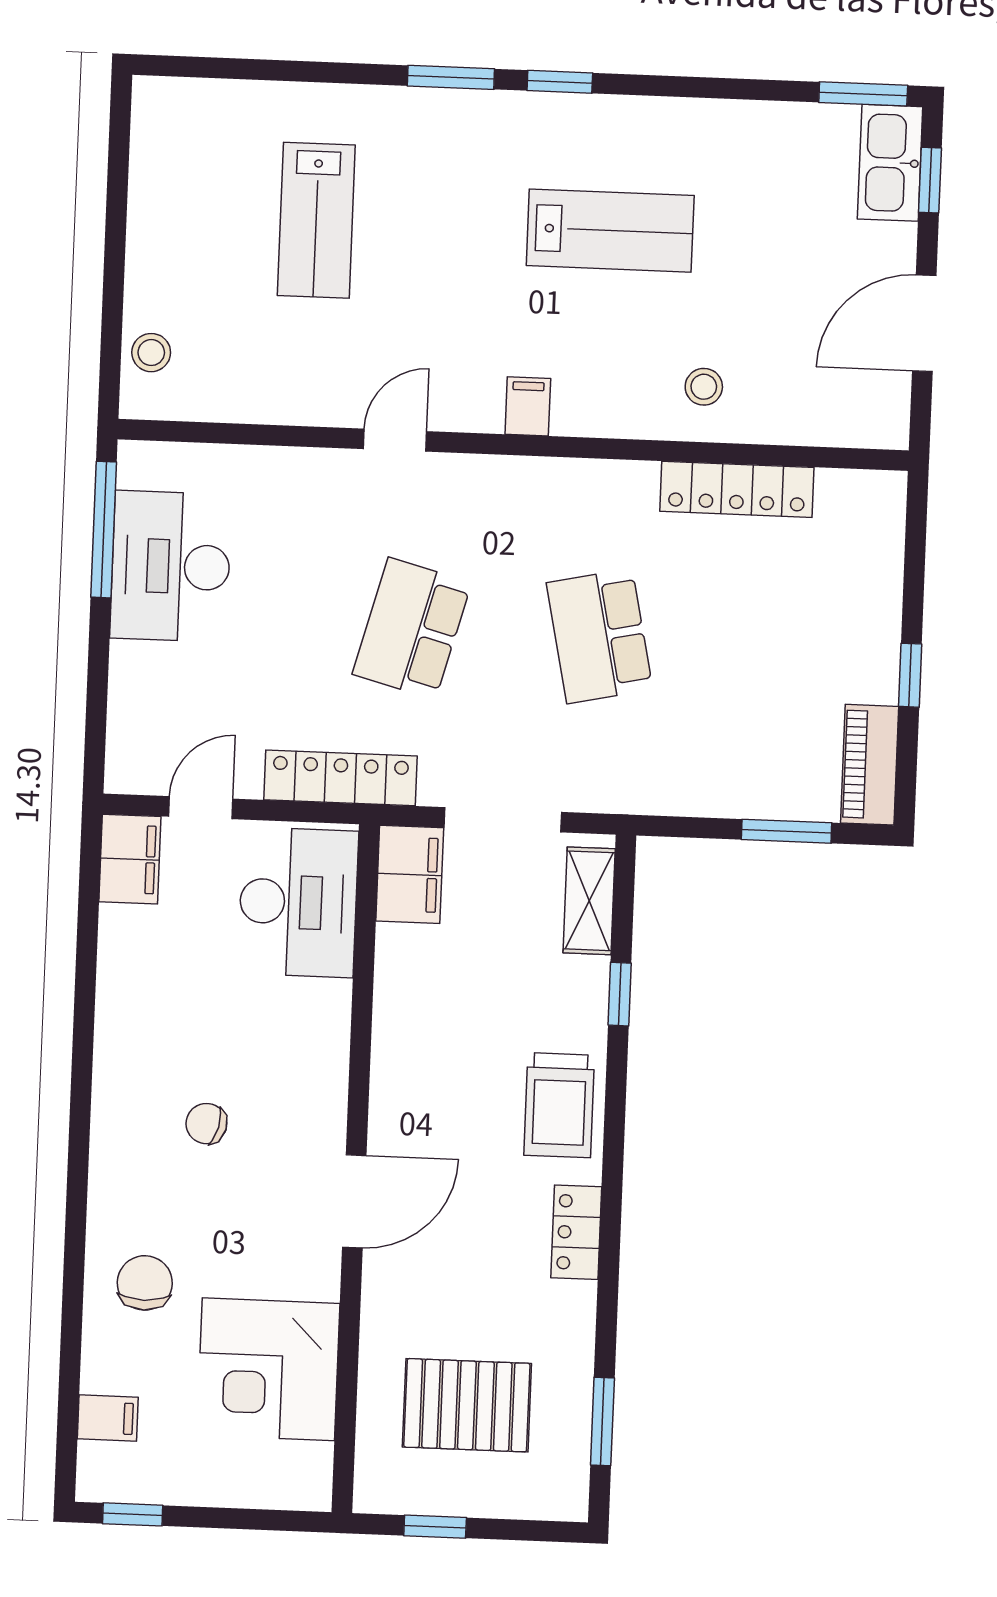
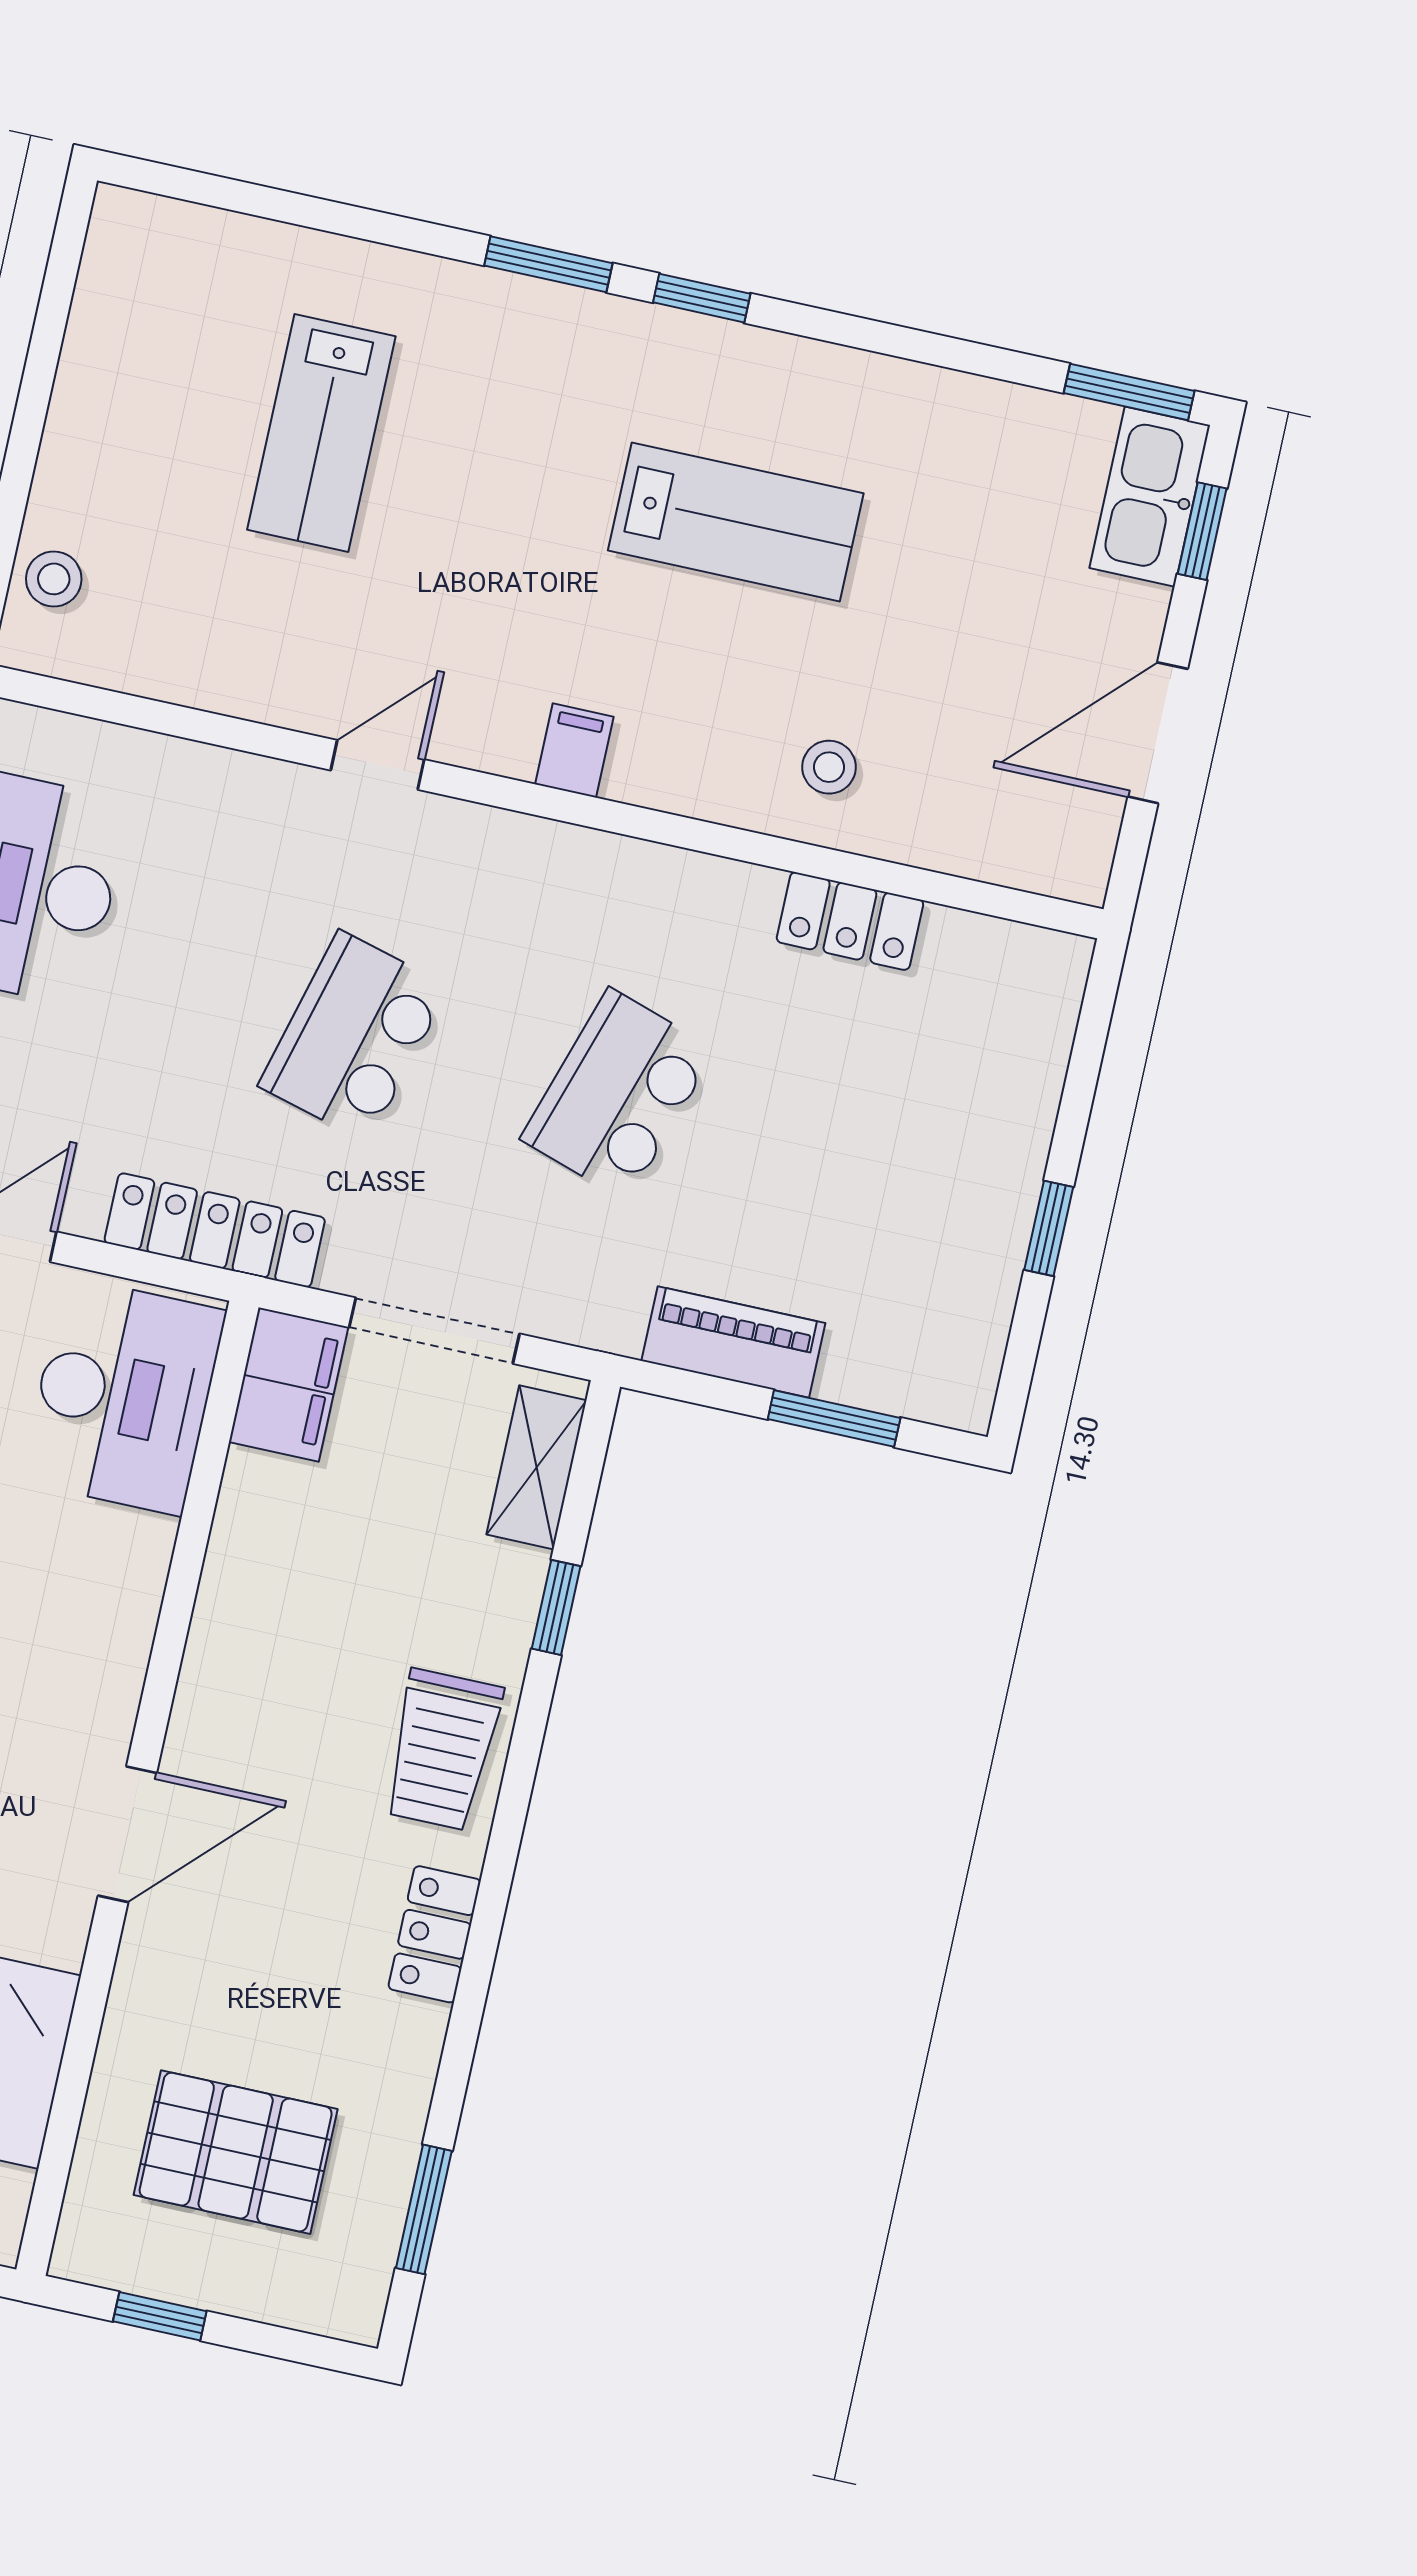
locker: (737, 489) -> (850, 921), width x0.66
school desk: (599, 636) -> (618, 1094), turned 30
piano: (870, 765) -> (733, 1342), moved, turned 90

